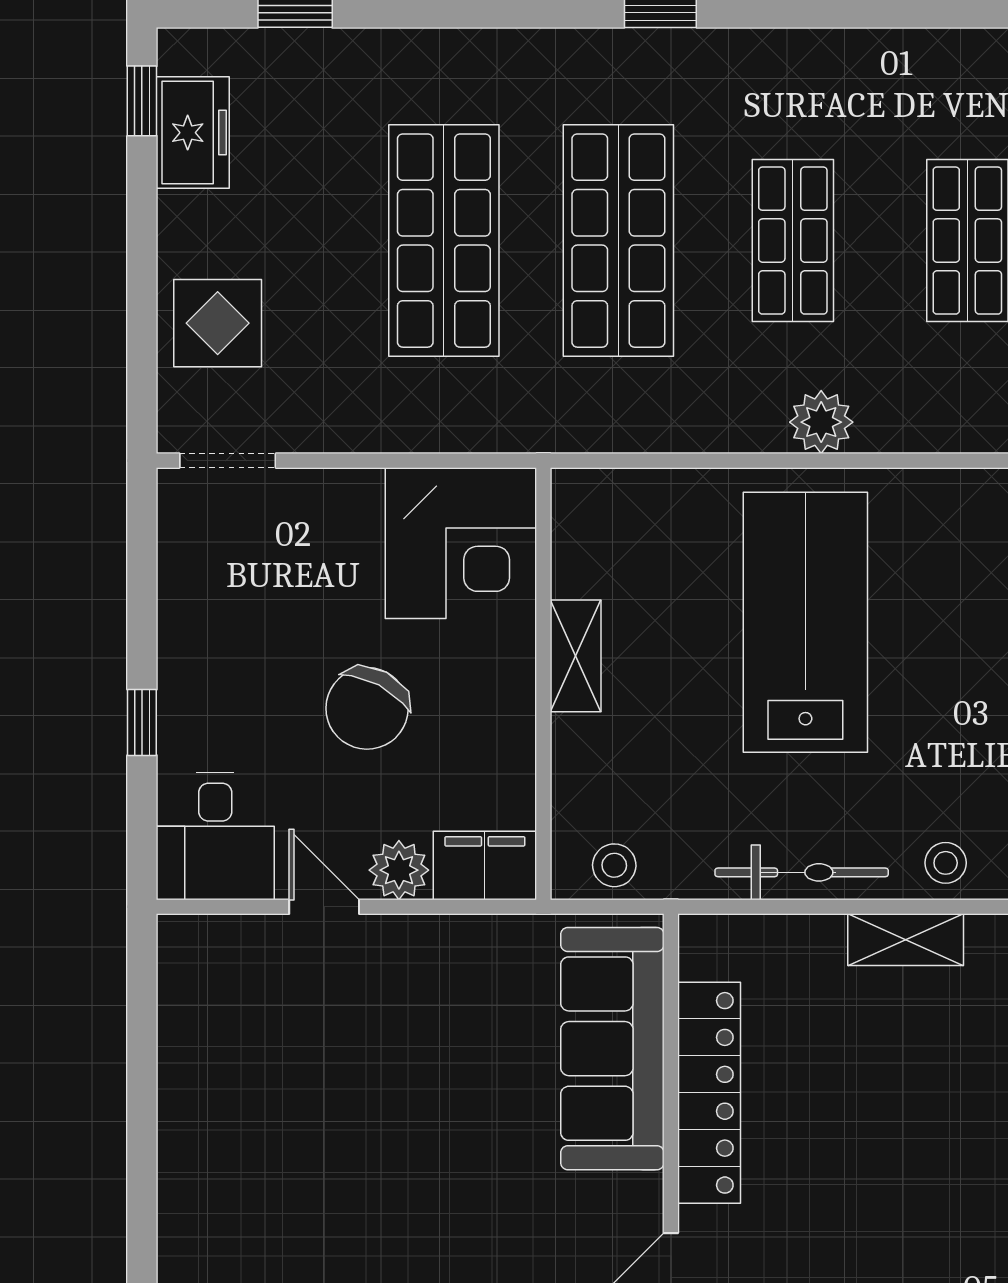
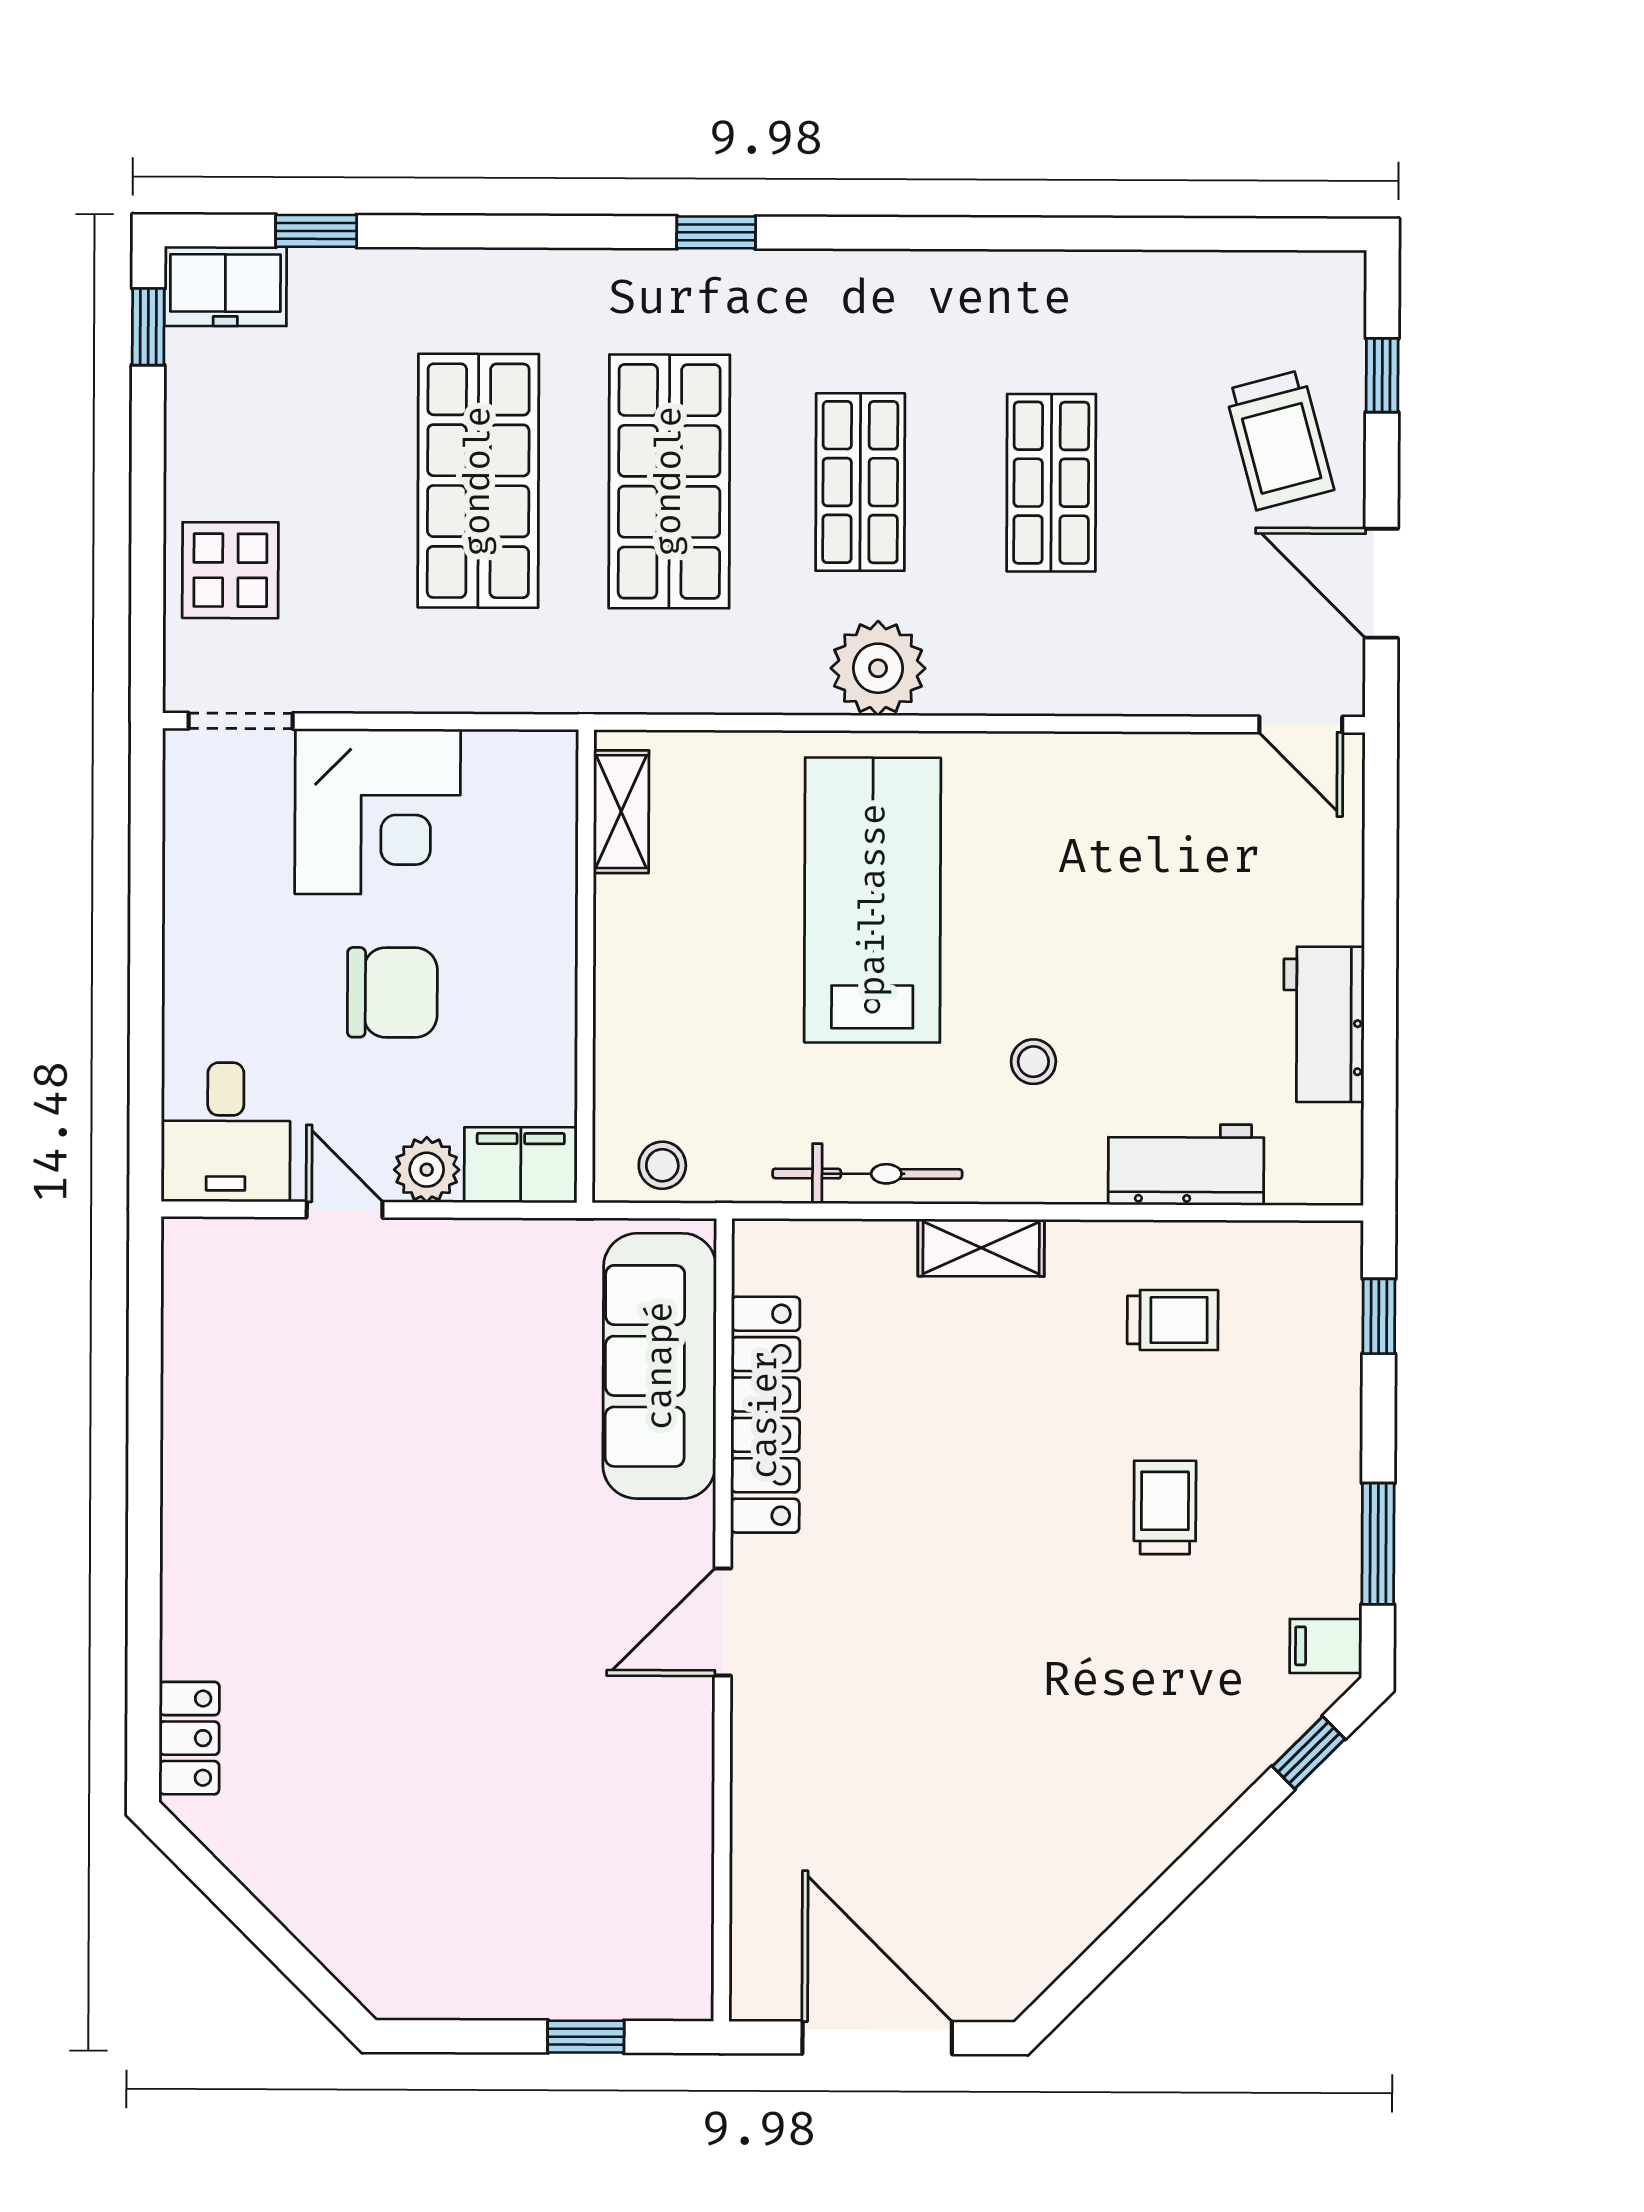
freezer: (193, 133) -> (225, 286), moved, turned 90
plant: (821, 422) -> (878, 668), width x1.36, depth x1.36
corner desk: (461, 543) -> (378, 812), moved
shelving: (576, 656) -> (621, 812), moved
chair: (367, 708) -> (392, 992), turned -118
window: (142, 722) -> (146, 1007), removed
stool: (946, 863) -> (1033, 1062), moved

